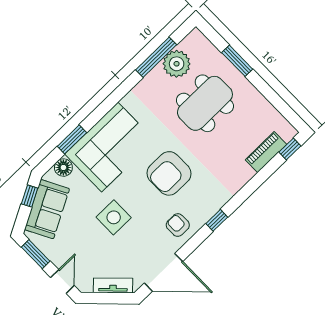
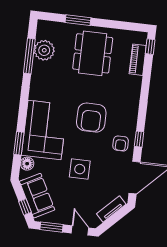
dining table: (205, 103) -> (93, 53), moved
window: (30, 196) -> (25, 207), moved
window: (217, 220) -> (139, 139), moved
armchair: (178, 225) -> (121, 143), turned -90

